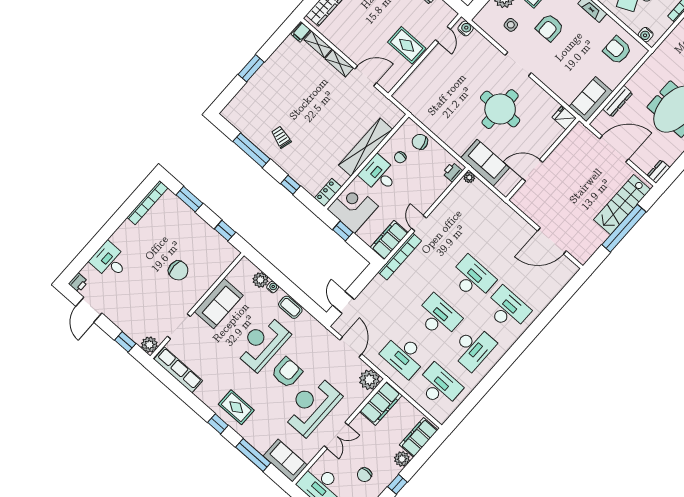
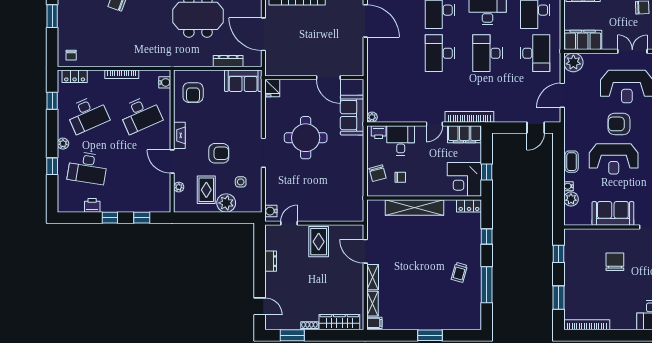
desk: (379, 174) -> (401, 140), moved, turned 180

